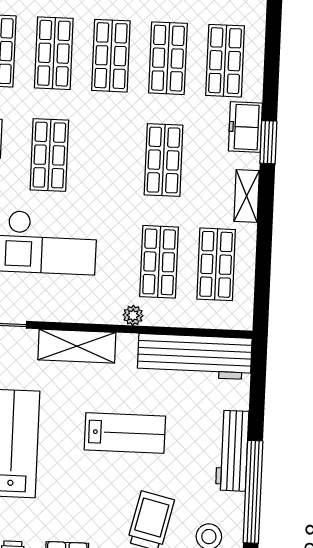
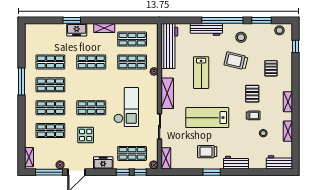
shop shelf: (225, 61) -> (50, 39), removed
window: (268, 142) -> (72, 20), moved
lab bench: (125, 433) -> (201, 73), turned 180

